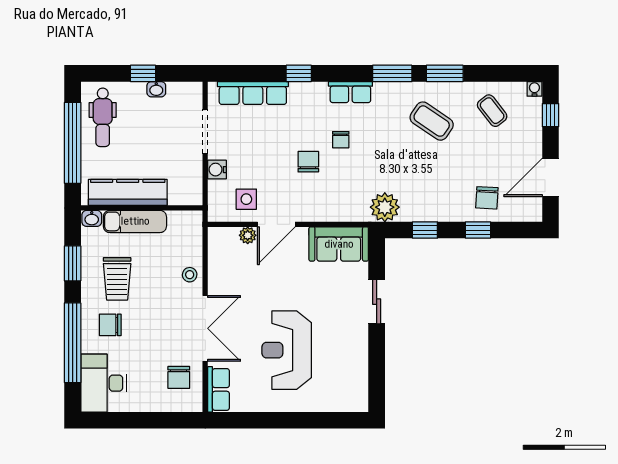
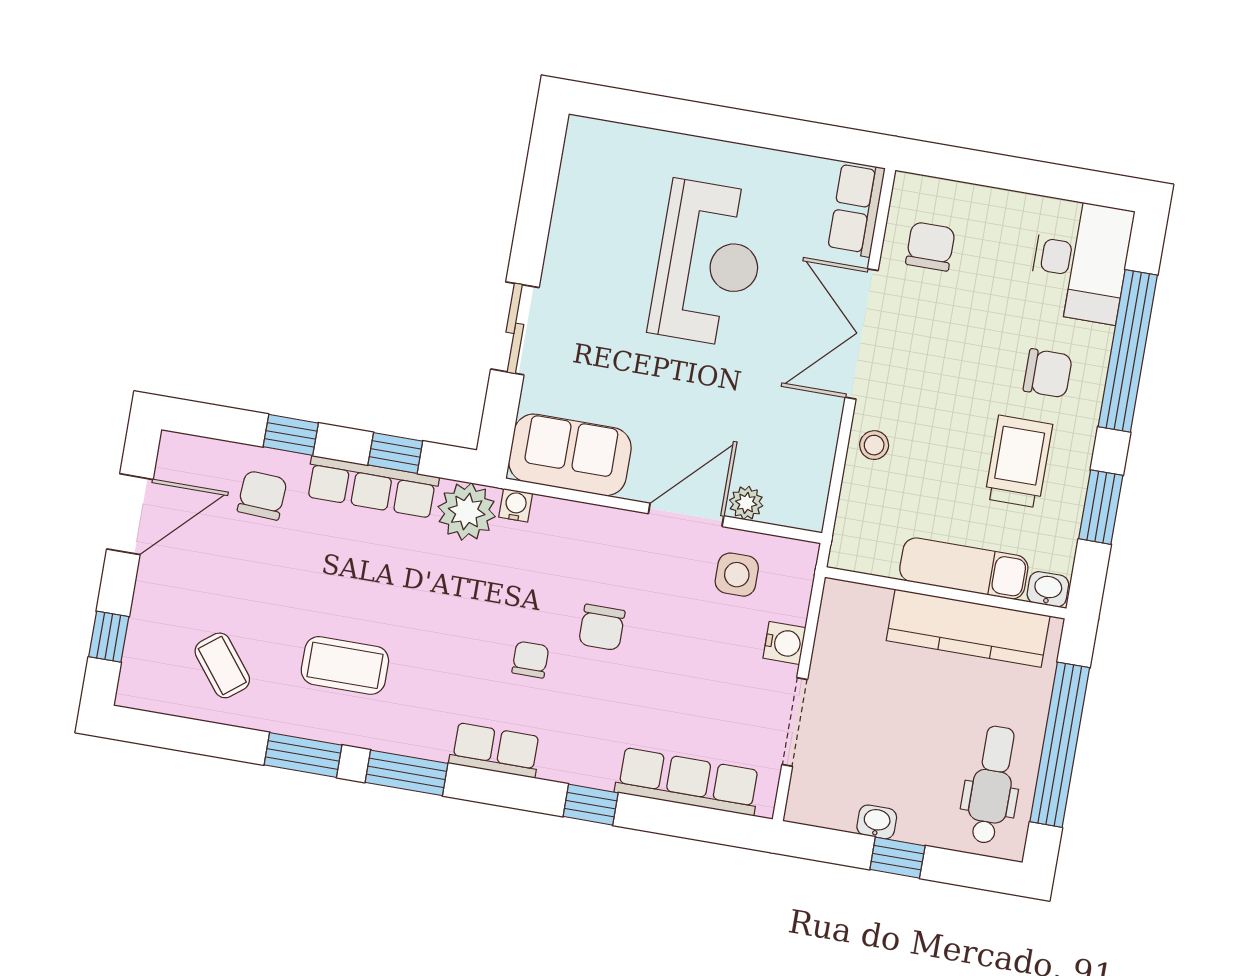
water cooler: (534, 89) -> (516, 505), moved, turned 180
coffee table: (432, 121) -> (345, 665), turned -34
row of seats: (433, 211) -> (372, 487), added

